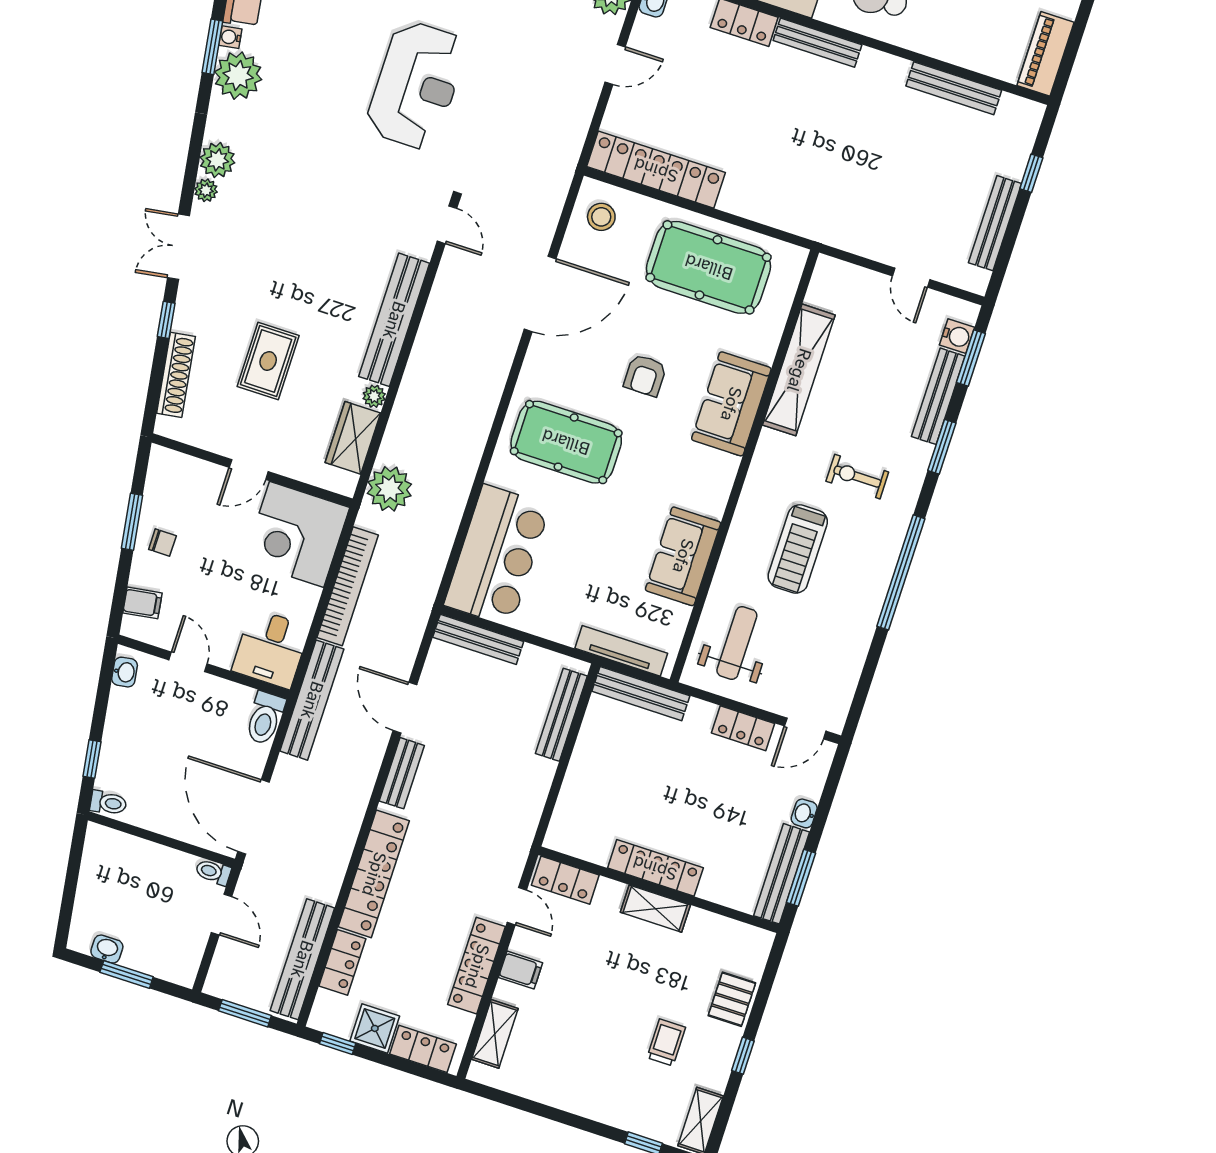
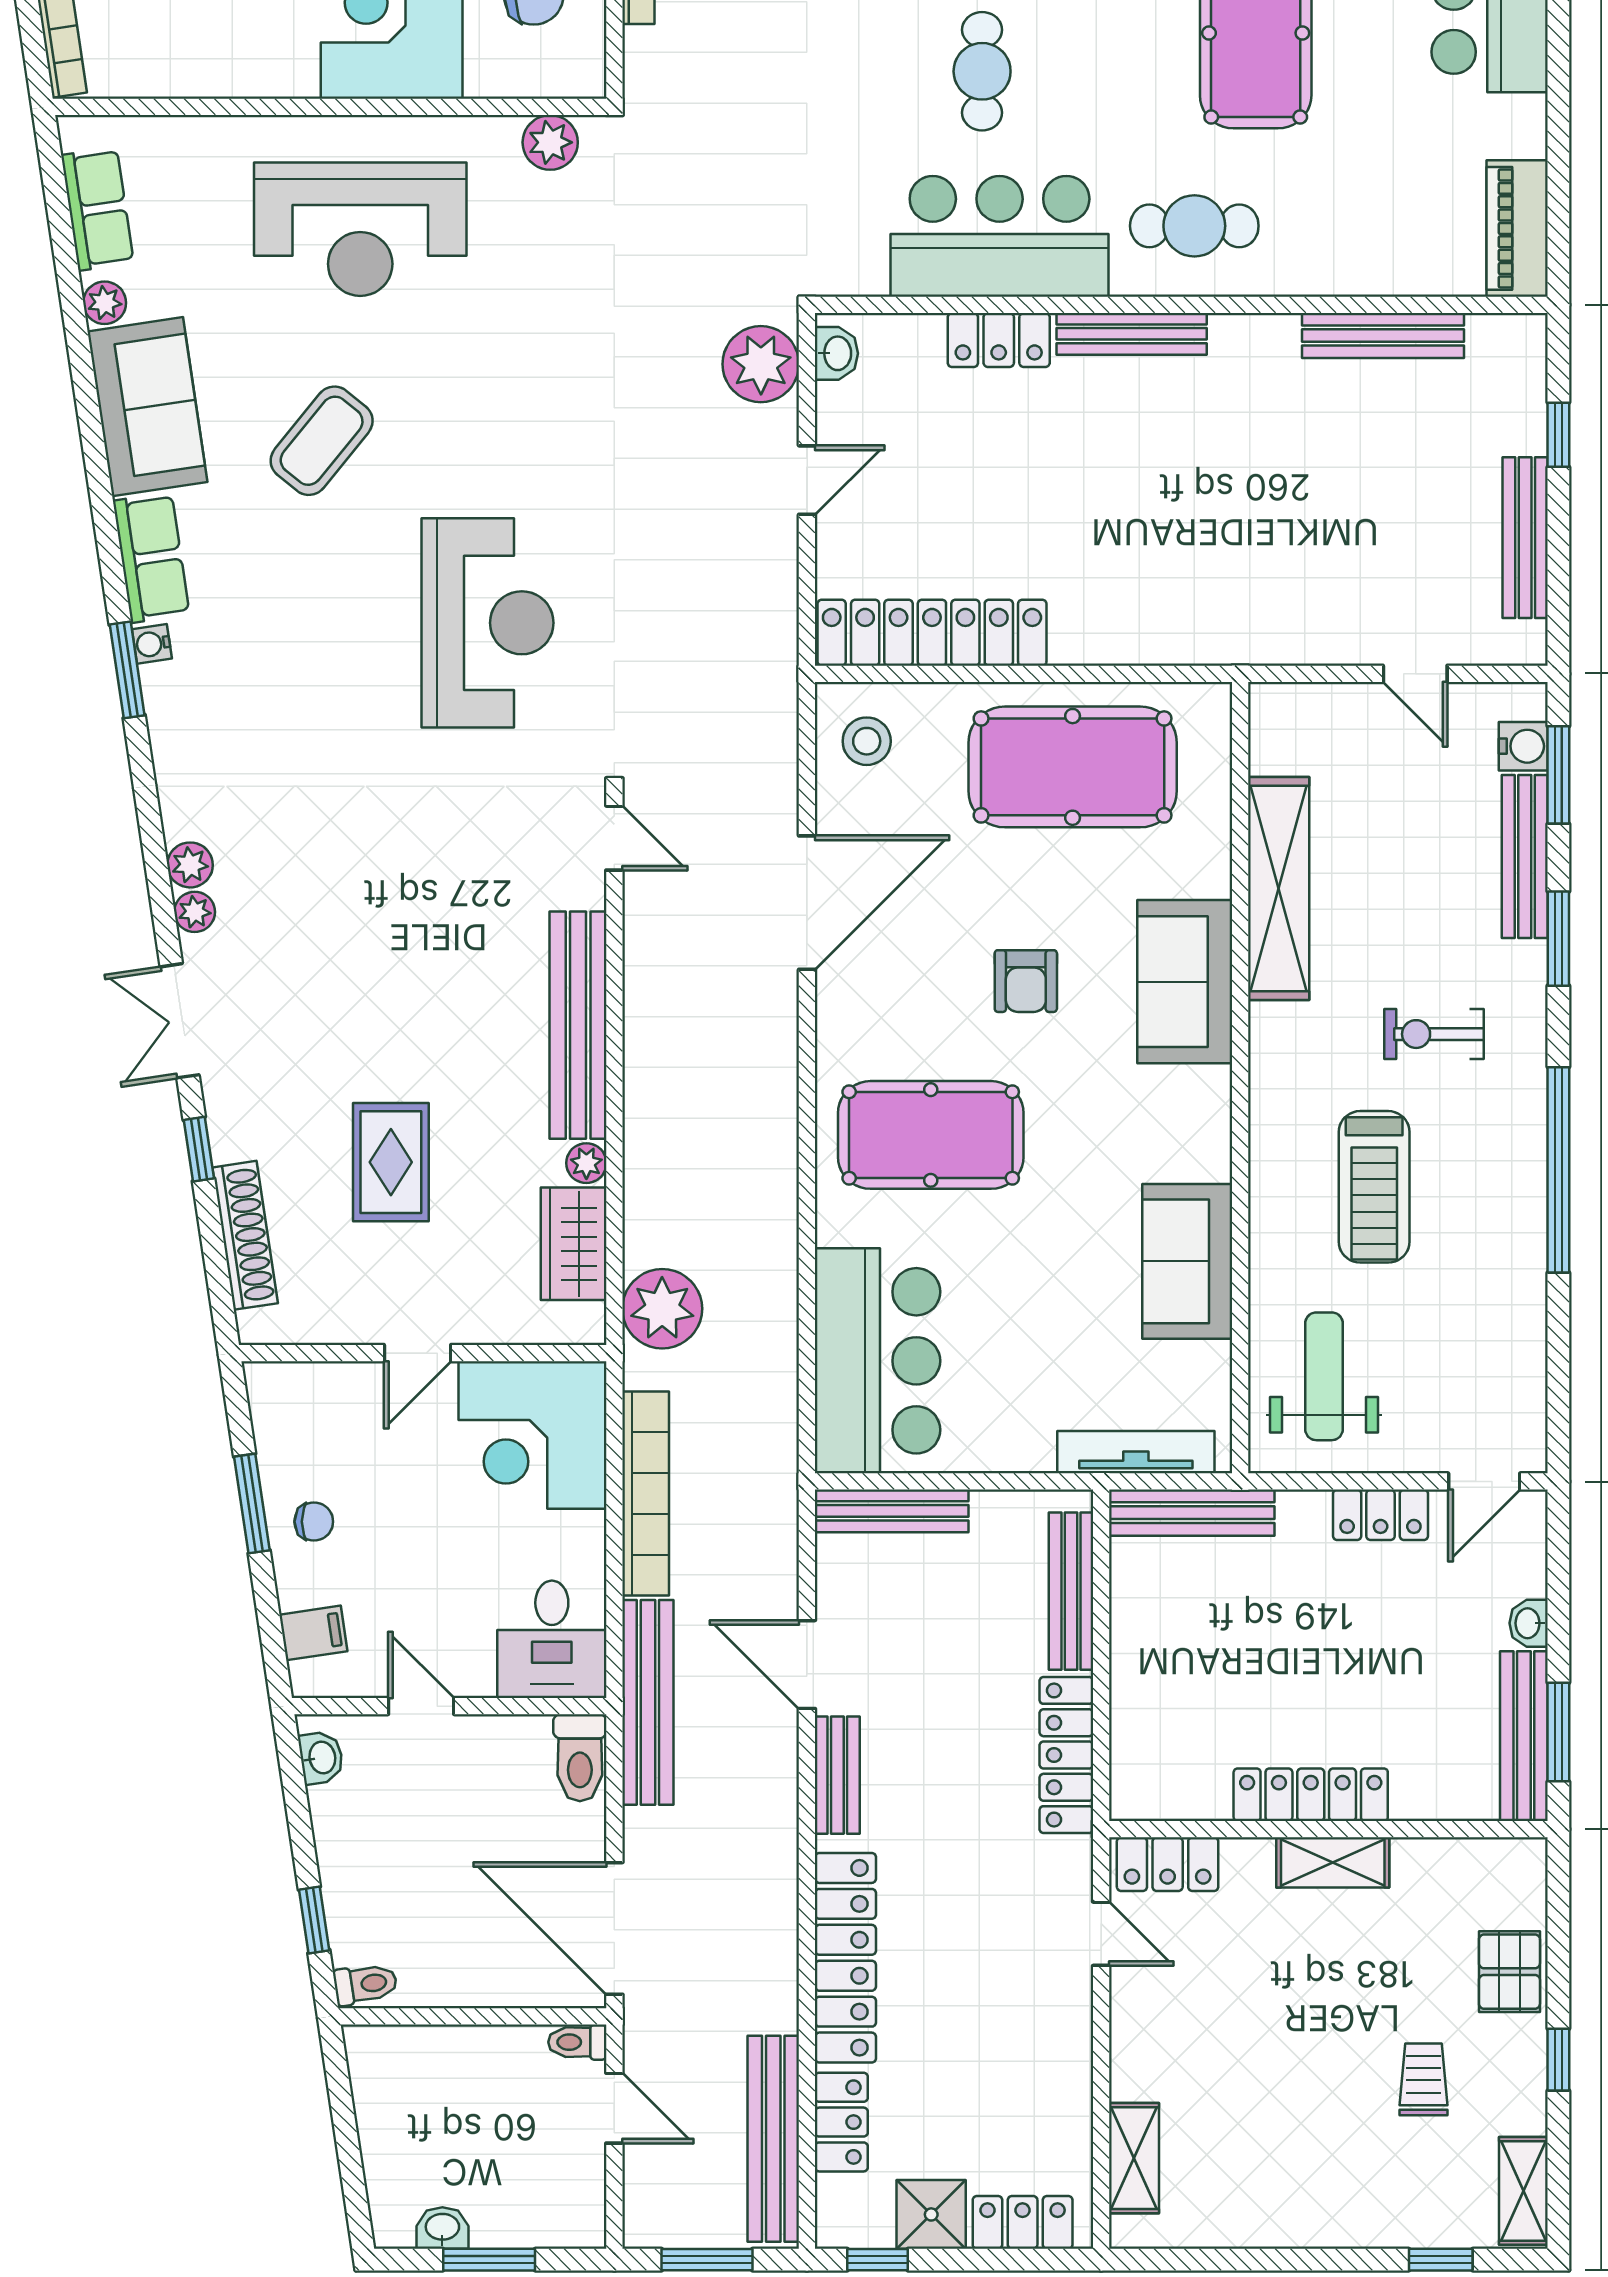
plant: (238, 76) -> (186, 704), removed
plant: (217, 160) -> (190, 865), width x0.73, depth x0.73
locker: (477, 966) -> (1066, 1755), moved
filing cabinet: (520, 970) -> (1142, 2038), removed

